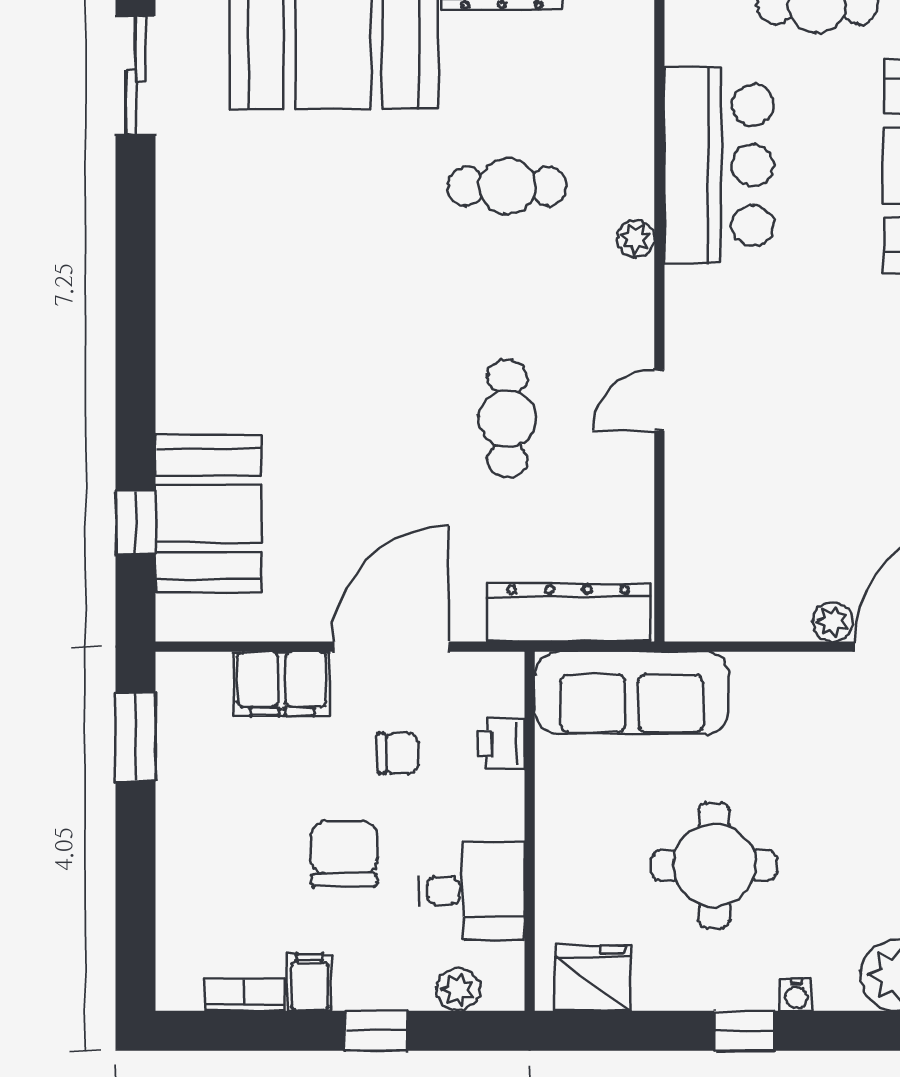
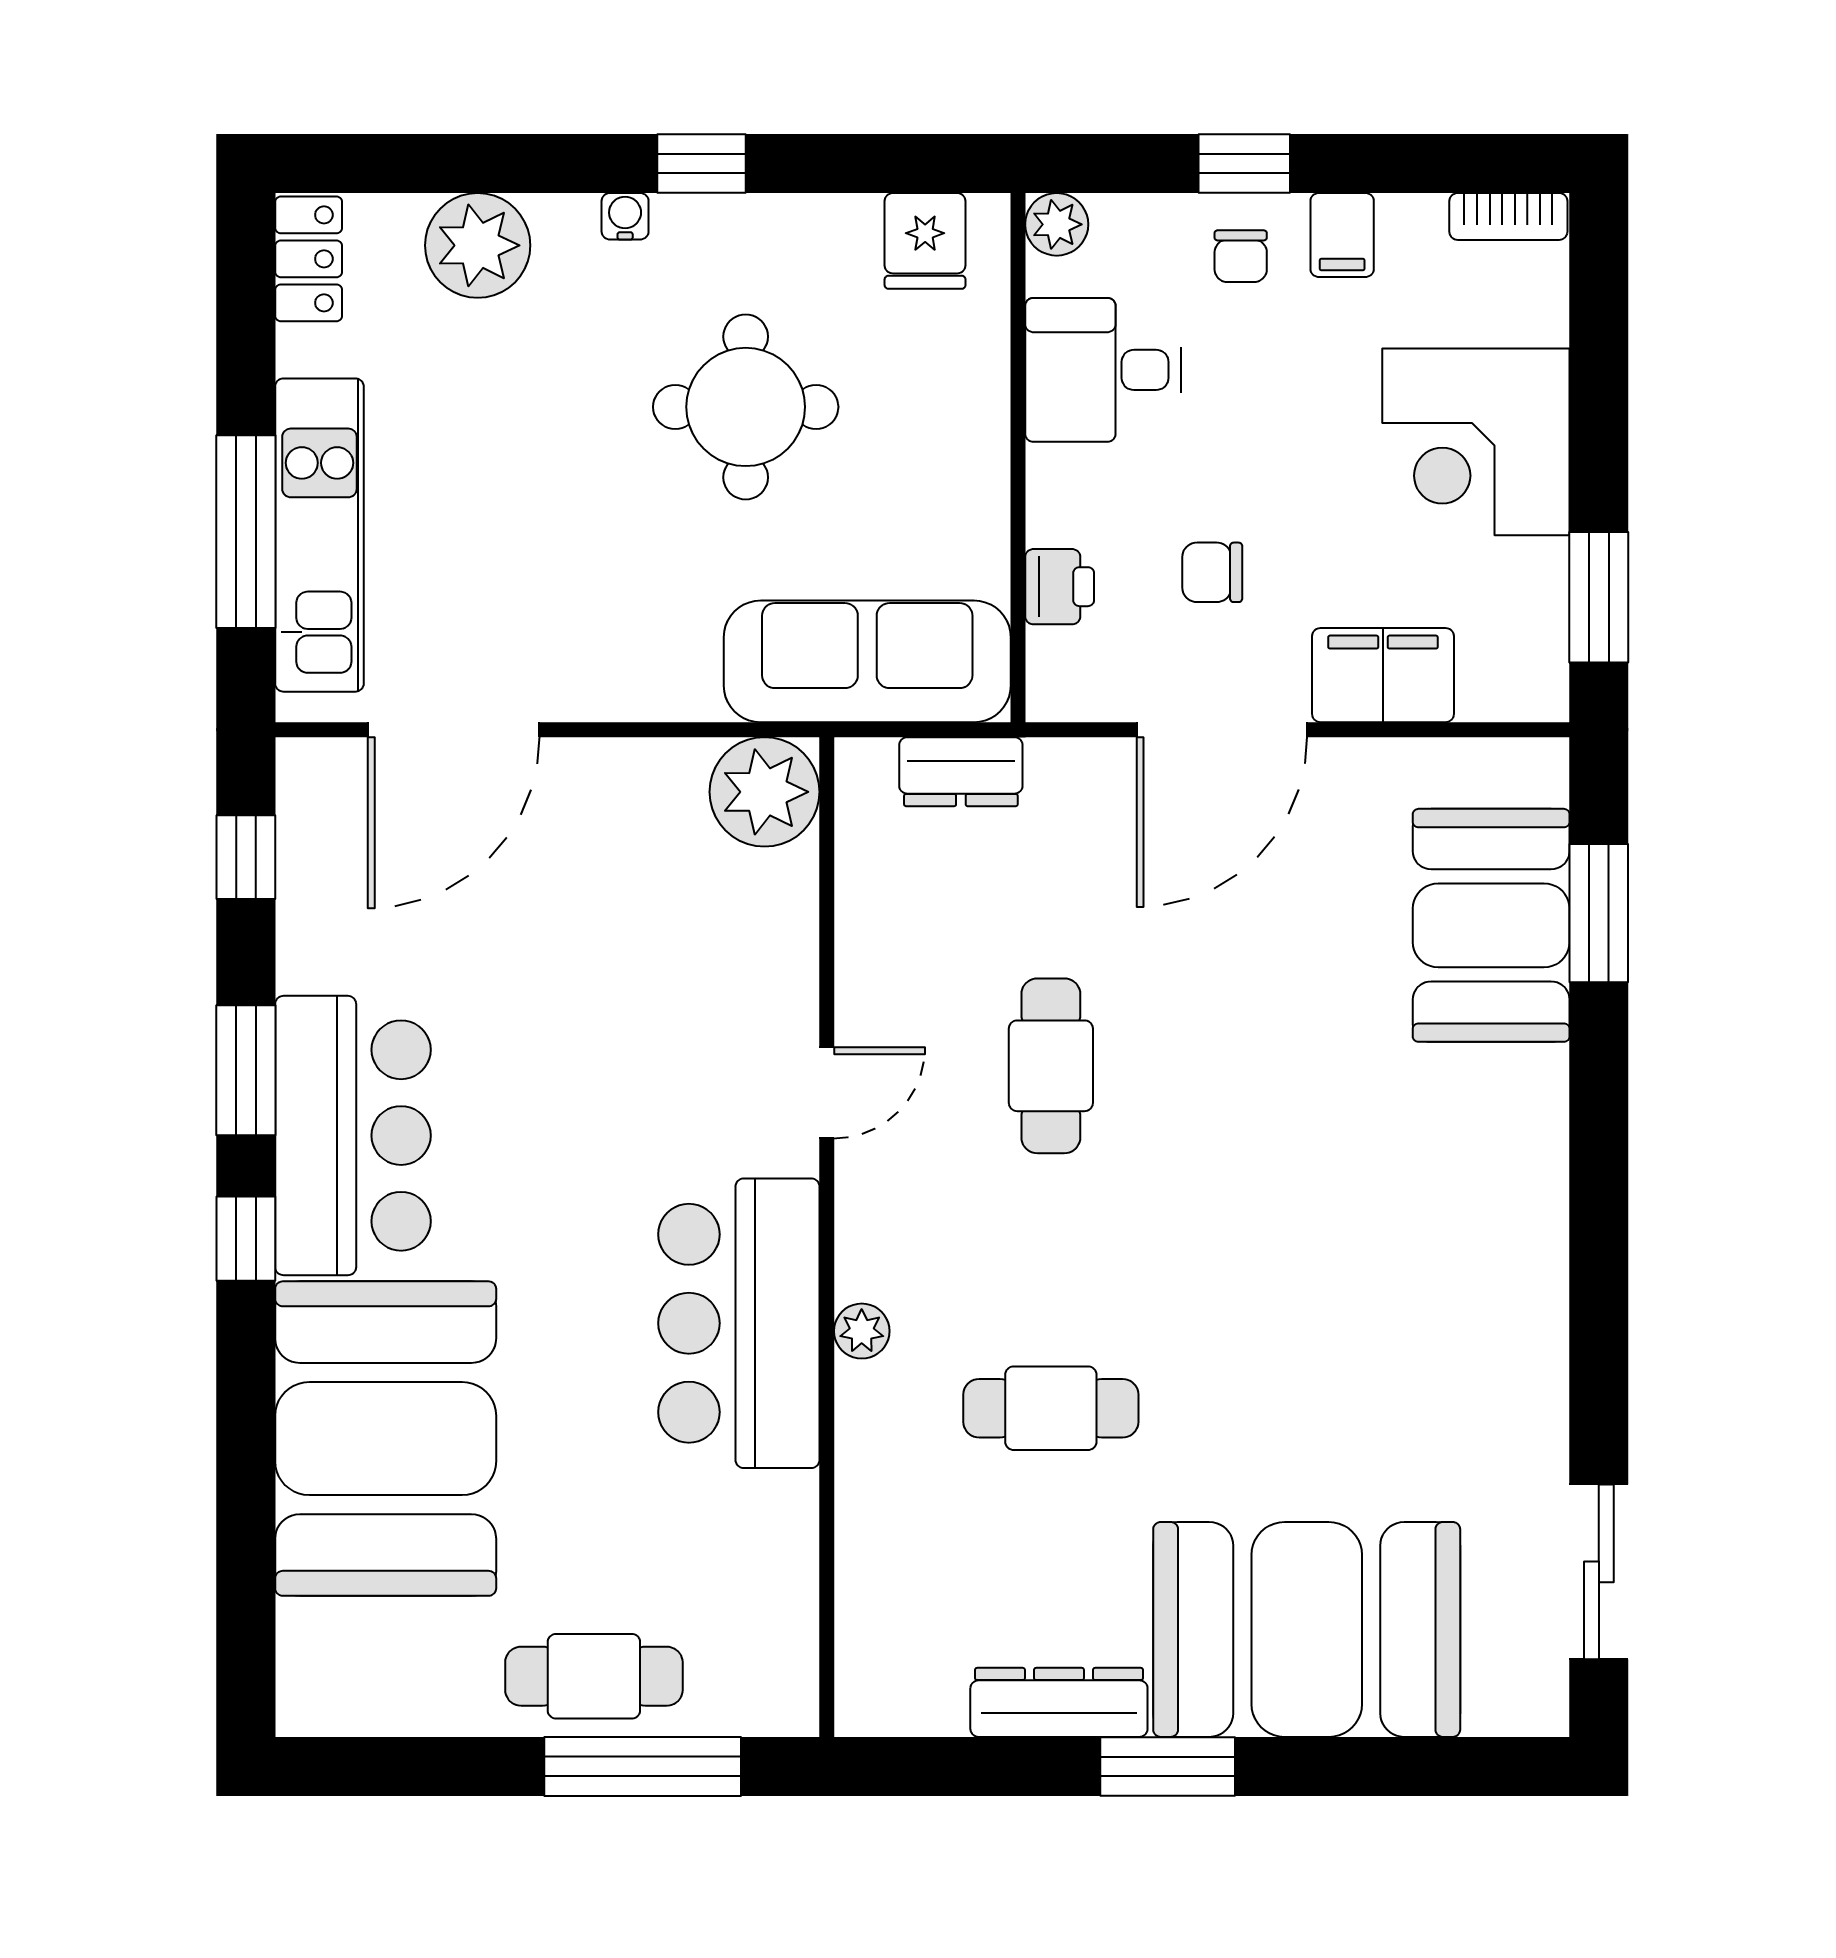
bar counter: (719, 165) -> (739, 1323), moved
window: (135, 522) -> (1599, 913), width x1.50
dresser: (568, 612) -> (961, 772), width x0.51, depth x0.80
plant: (833, 622) -> (765, 792), moved, width x1.87, depth x1.87
corner desk: (219, 842) -> (1476, 442), added
chair: (344, 853) -> (1241, 256), moved, width x0.54, depth x0.54
fridge: (593, 978) -> (925, 241), width x0.72
plant: (458, 989) -> (1057, 224), moved
bookcase: (244, 995) -> (1508, 216), moved

